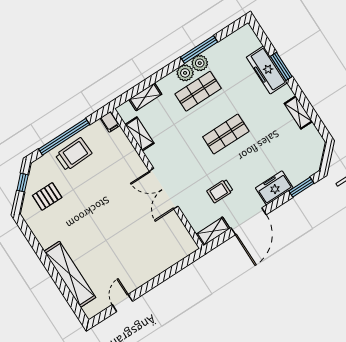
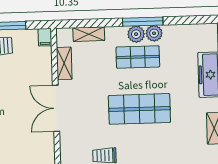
window: (199, 49) -> (143, 22), moved
shop shelf: (226, 134) -> (139, 109), width x1.43, depth x1.36
double door: (164, 189) -> (56, 108), moved

